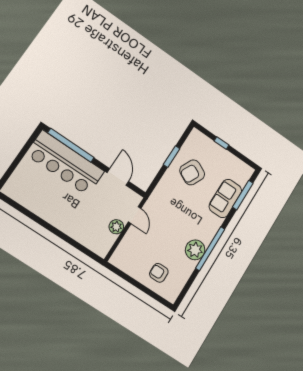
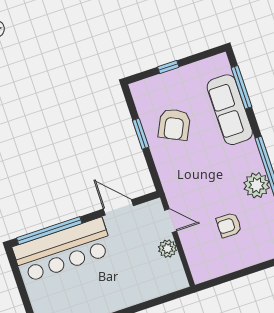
sofa: (225, 198) -> (230, 110), width x1.36
armchair: (159, 273) -> (229, 225), moved

